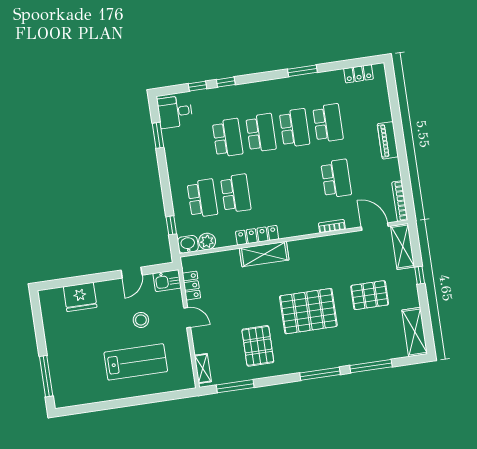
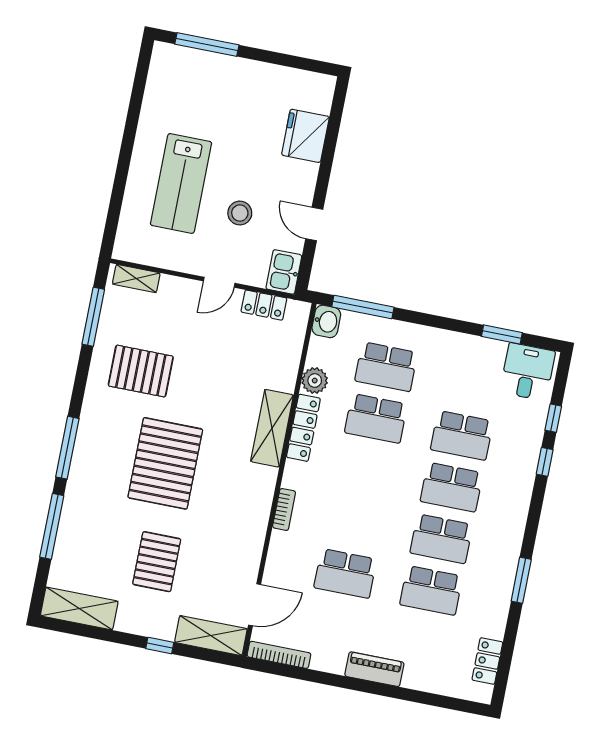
window: (171, 225) -> (363, 307), width x2.17
bookcase: (332, 226) -> (284, 509), moved
plant: (207, 241) -> (315, 381), moved

